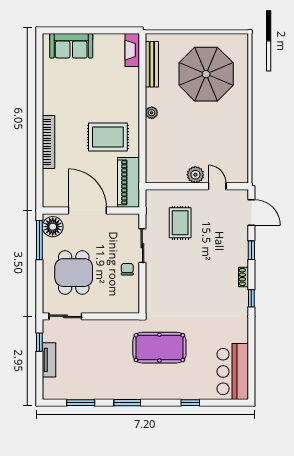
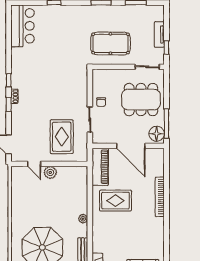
rug: (180, 223) -> (62, 137), width x1.36, depth x1.43
window: (251, 250) -> (9, 104), moved
dining table: (74, 273) -> (141, 100), width x1.38
pool table: (159, 348) -> (111, 43), moved

